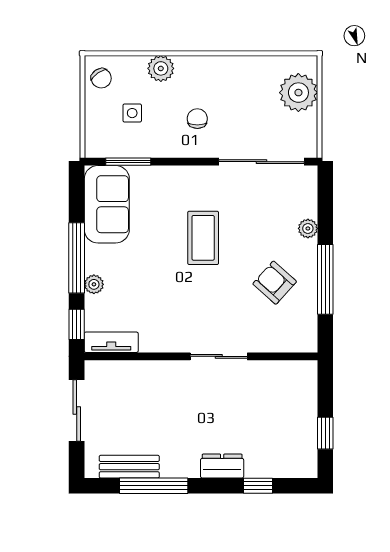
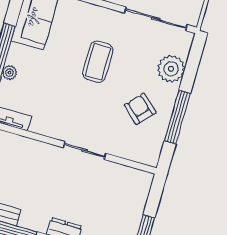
plant: (308, 228) -> (171, 69), width x1.87, depth x1.87

